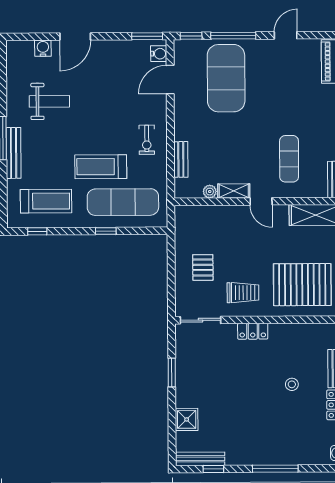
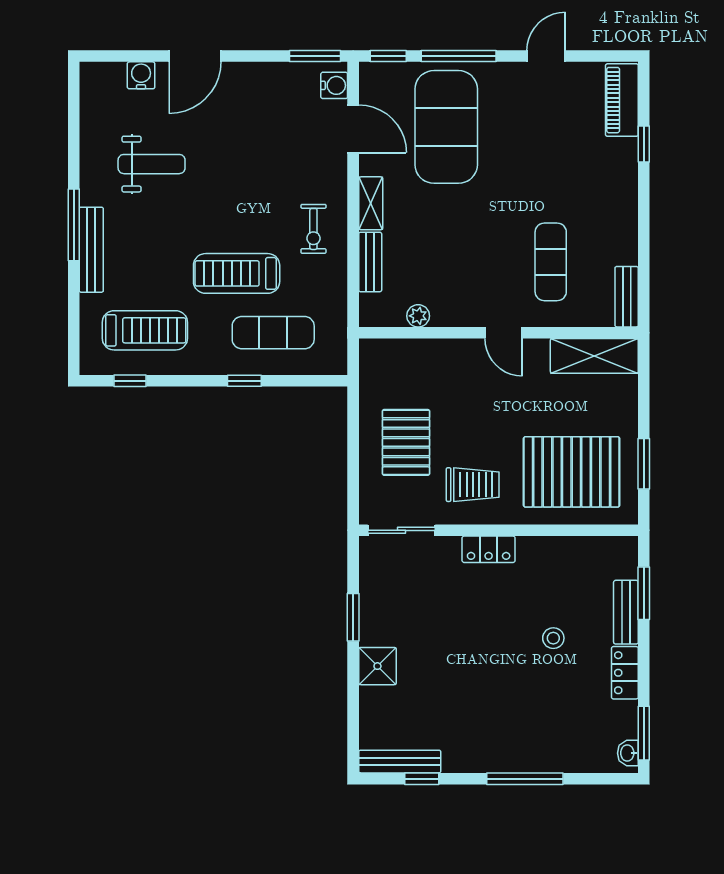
door: (170, 80) -> (353, 129), swing flipped
shelving: (234, 191) -> (371, 203), moved, turned 90
exercise mat: (123, 202) -> (273, 333), width x0.73, depth x0.69
pallet: (203, 267) -> (406, 442), width x1.50, depth x1.42
shower: (187, 419) -> (377, 666), moved

